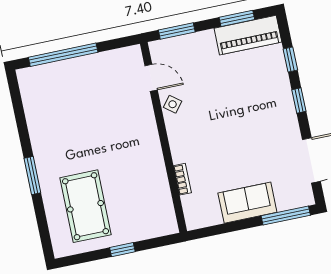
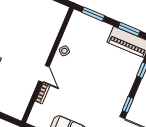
door: (151, 78) -> (44, 74), moved
window: (299, 100) -> (128, 105), moved

